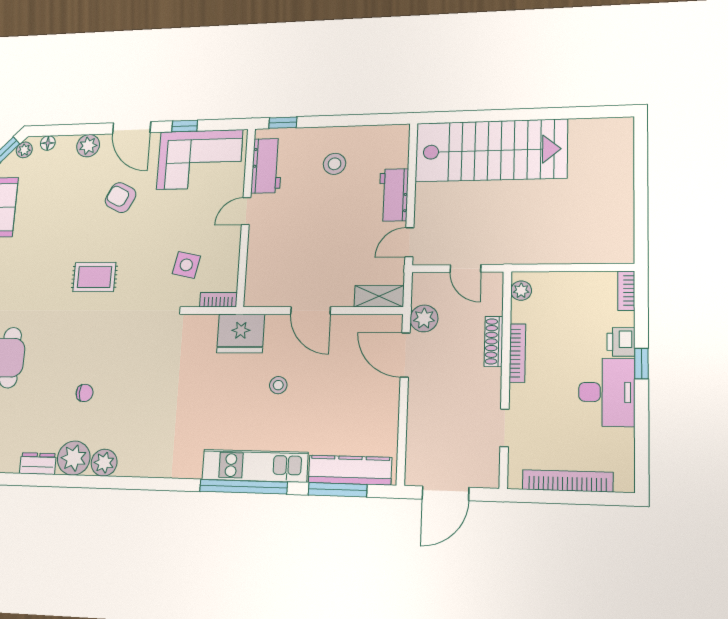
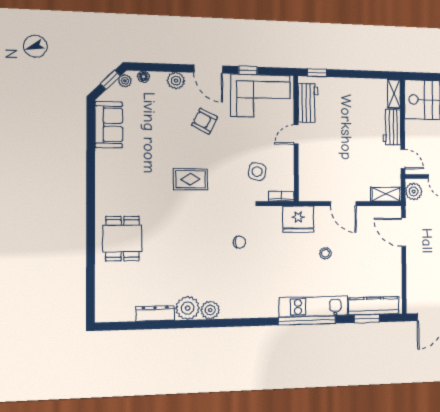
shelving: (399, 146) -> (394, 94), added
stool: (334, 164) -> (353, 104), removed
door: (409, 242) -> (403, 159), swing flipped
plant: (424, 318) -> (414, 191), moved
chair: (85, 393) -> (239, 242), moved
dresser: (38, 464) -> (155, 313), width x1.44
window: (338, 490) -> (367, 319), width x0.69

